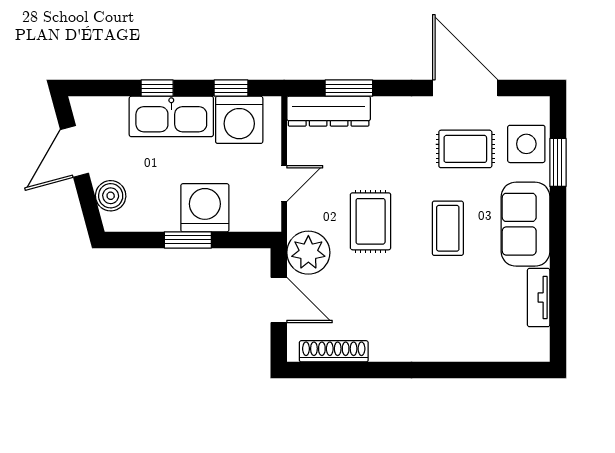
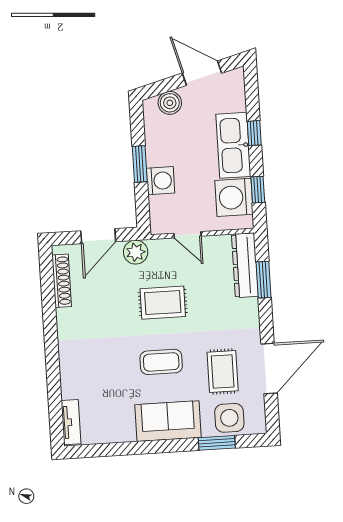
washing machine: (205, 208) -> (160, 181), width x0.73, depth x0.73
plant: (308, 253) -> (136, 252), width x0.73, depth x0.73
tv unit: (539, 298) -> (71, 422), moved, turned 90

